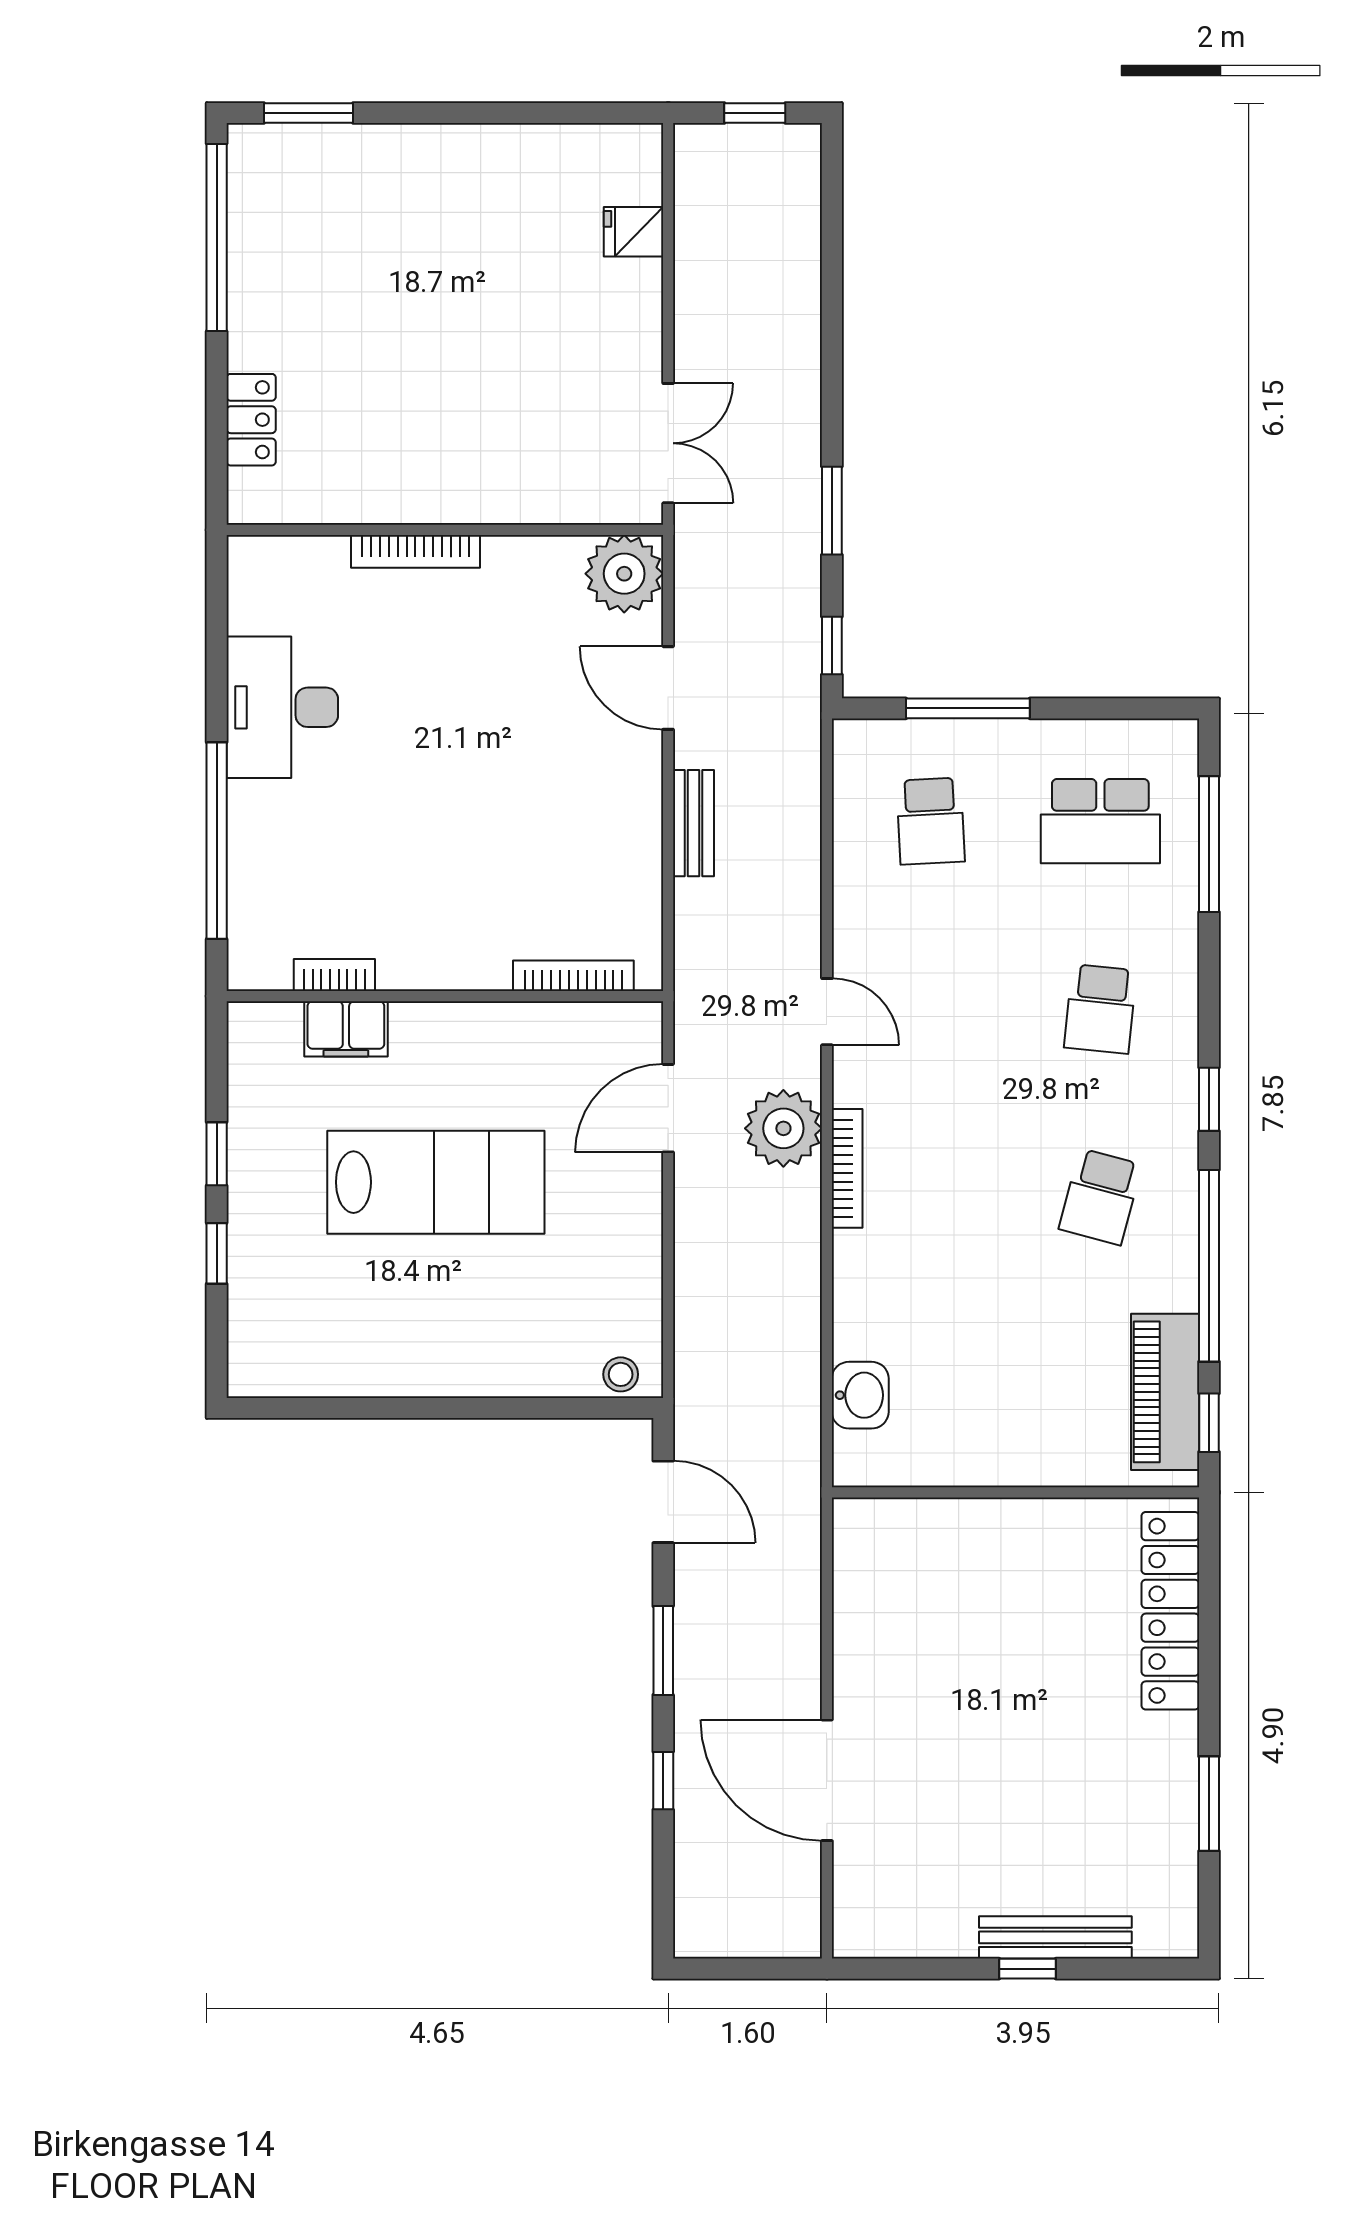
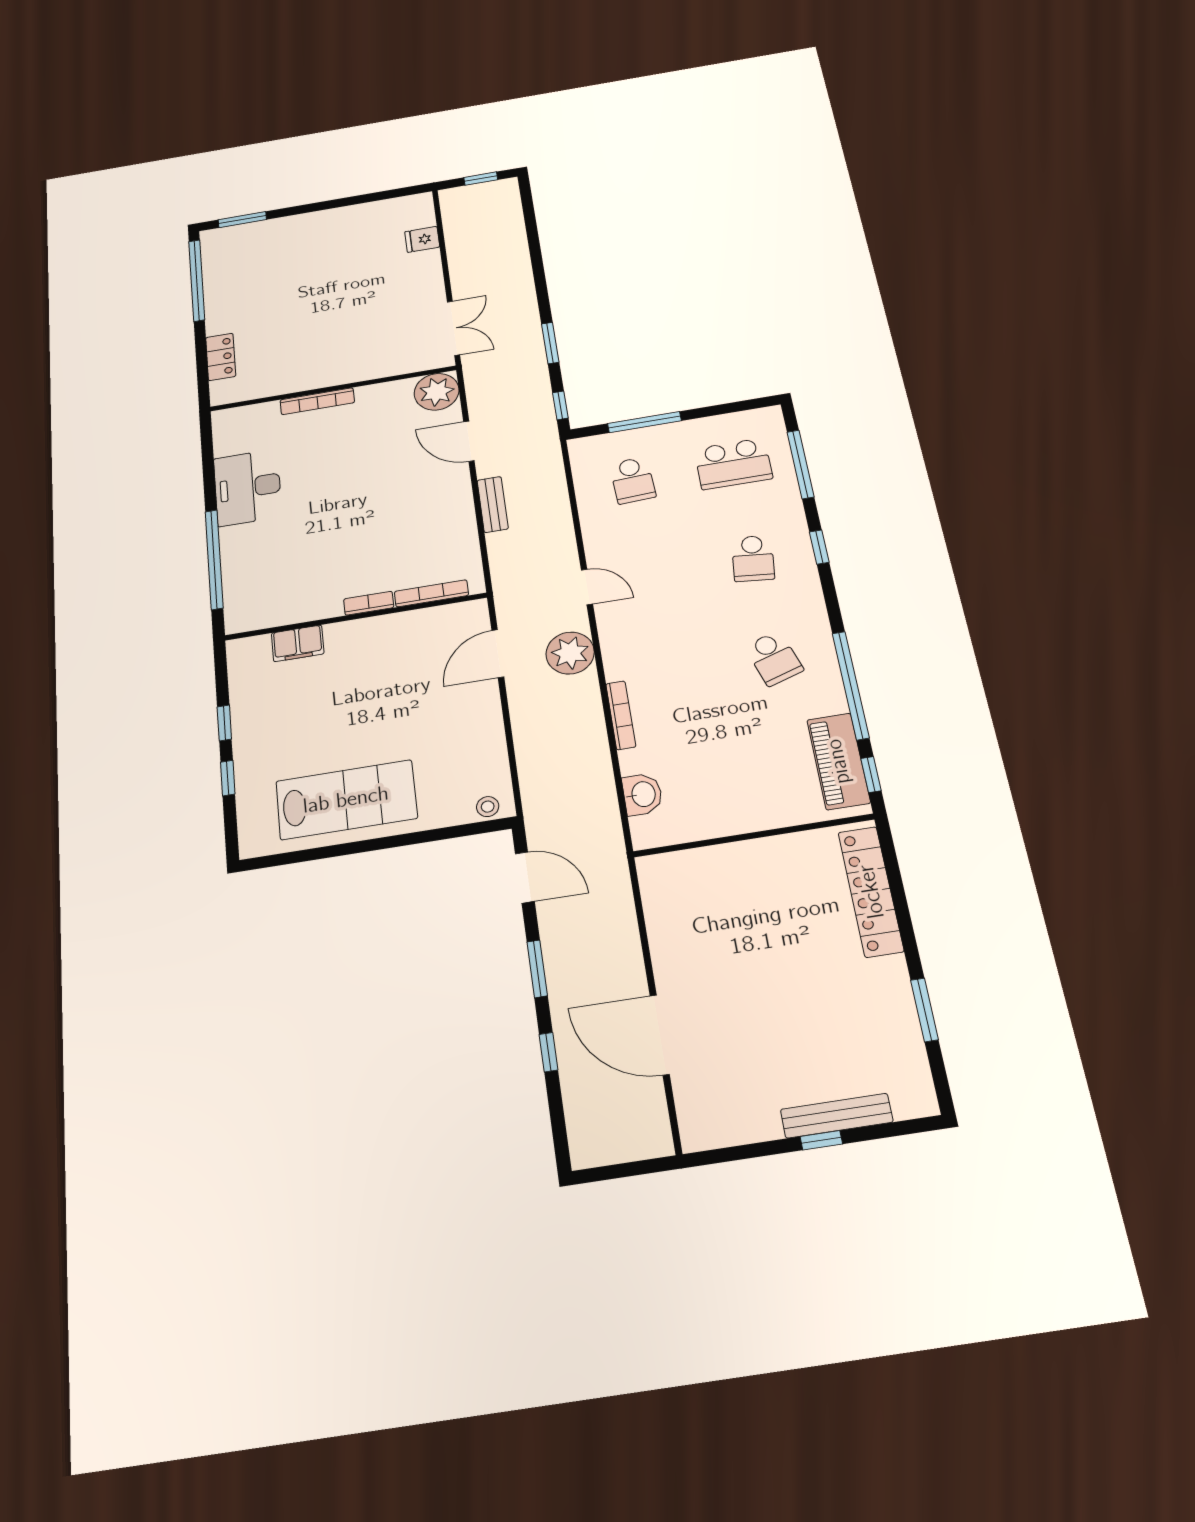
bookcase: (334, 975) -> (369, 603), moved
window: (1209, 1099) -> (819, 547), moved
bookcase: (847, 1168) -> (621, 715), moved
lab bench: (436, 1182) -> (346, 800), moved
school desk: (1100, 1197) -> (774, 658), turned -33

